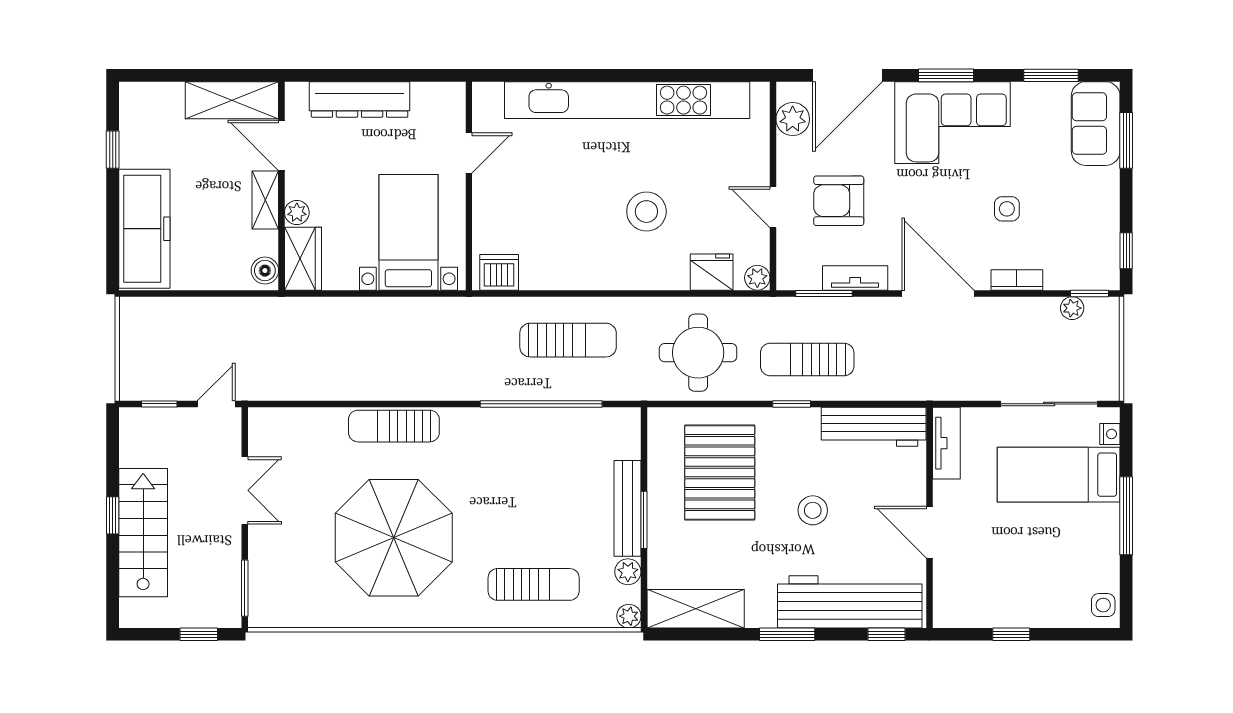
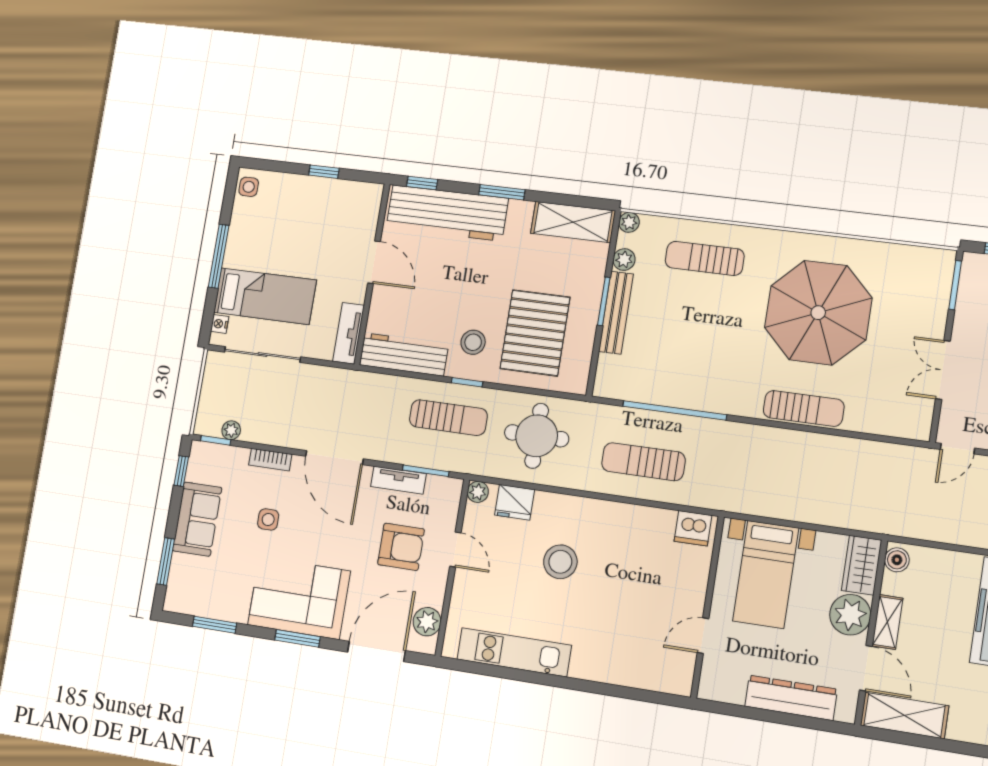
kitchen unit: (627, 100) -> (514, 652), width x0.54
sofa: (1096, 124) -> (197, 519), moved
plant: (297, 213) -> (850, 615), width x1.88, depth x1.88
stool: (813, 510) -> (473, 342), moved

